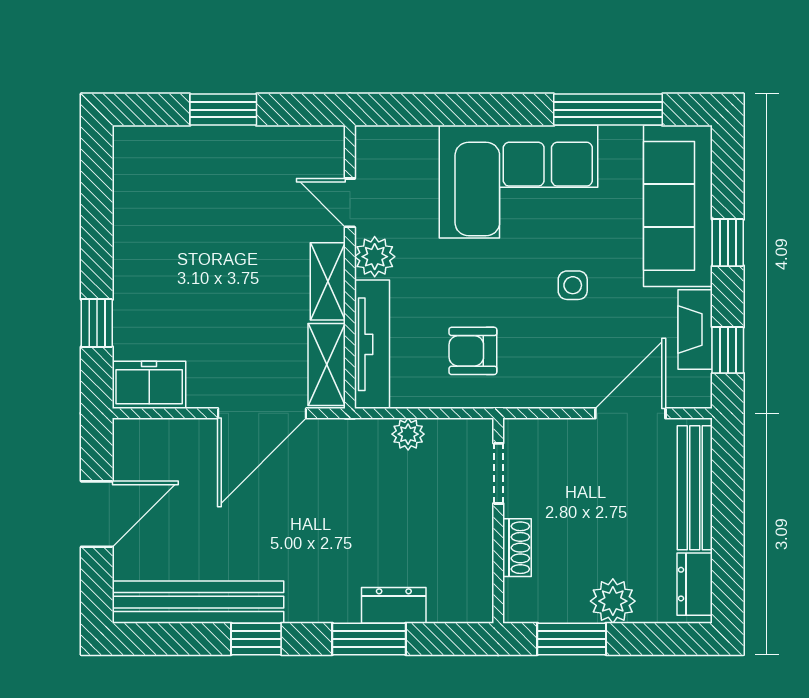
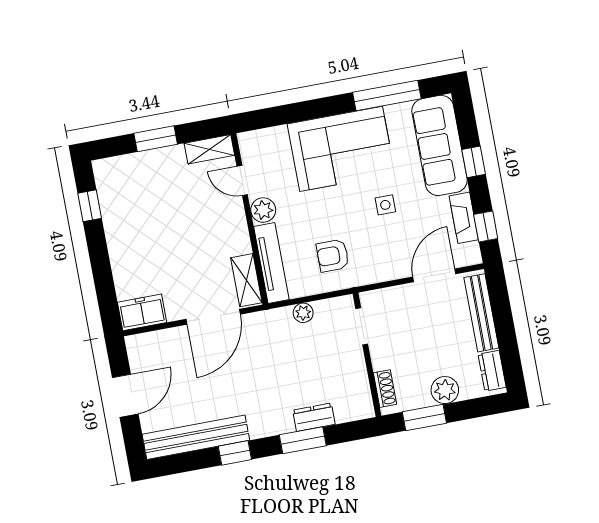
shelving: (328, 281) -> (209, 149), moved, turned 90
window: (97, 323) -> (90, 206), moved
shoe rack: (517, 548) -> (385, 389), moved

